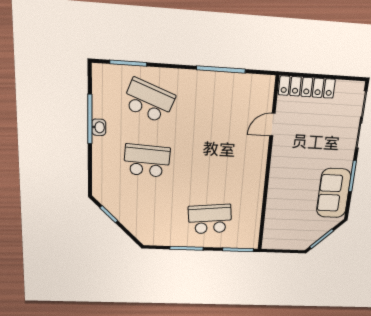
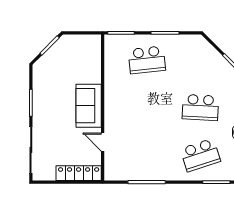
school desk: (149, 101) -> (200, 155), turned -39
door: (272, 125) -> (103, 142), swing flipped
sofa: (334, 193) -> (89, 106), moved, turned 180

